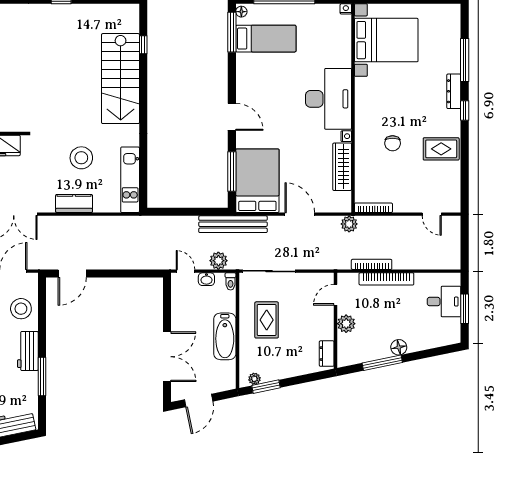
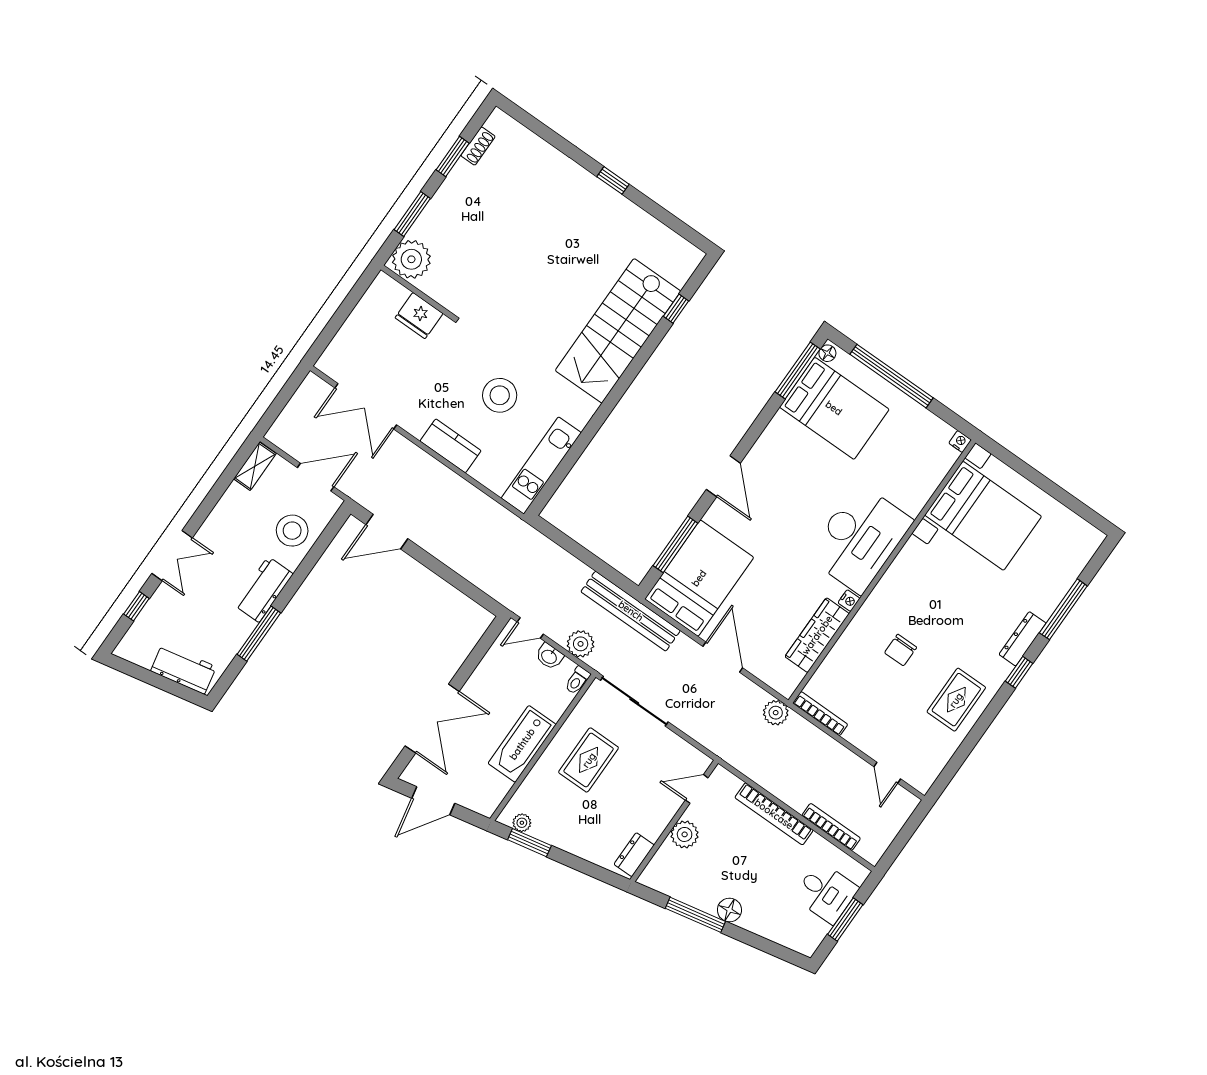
bed: (266, 39) -> (834, 408), width x1.50
rug: (441, 149) -> (956, 700), turned 90
bookcase: (372, 264) -> (831, 827), moved
door: (185, 271) -> (530, 628), swing flipped

